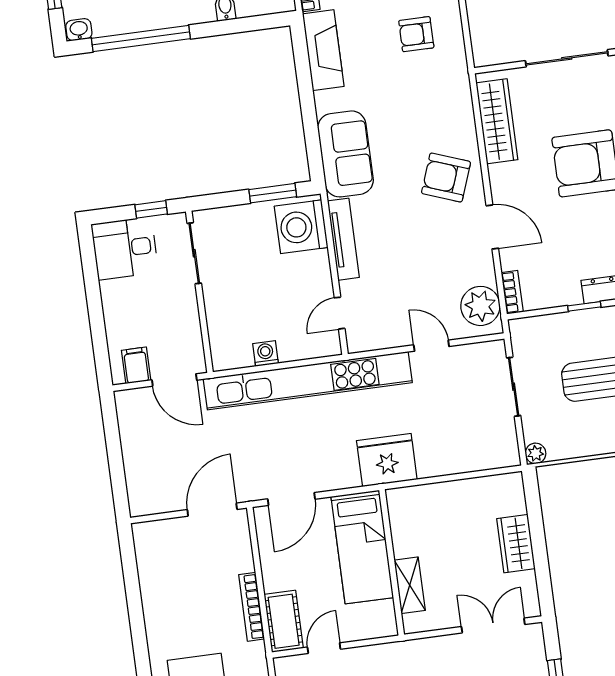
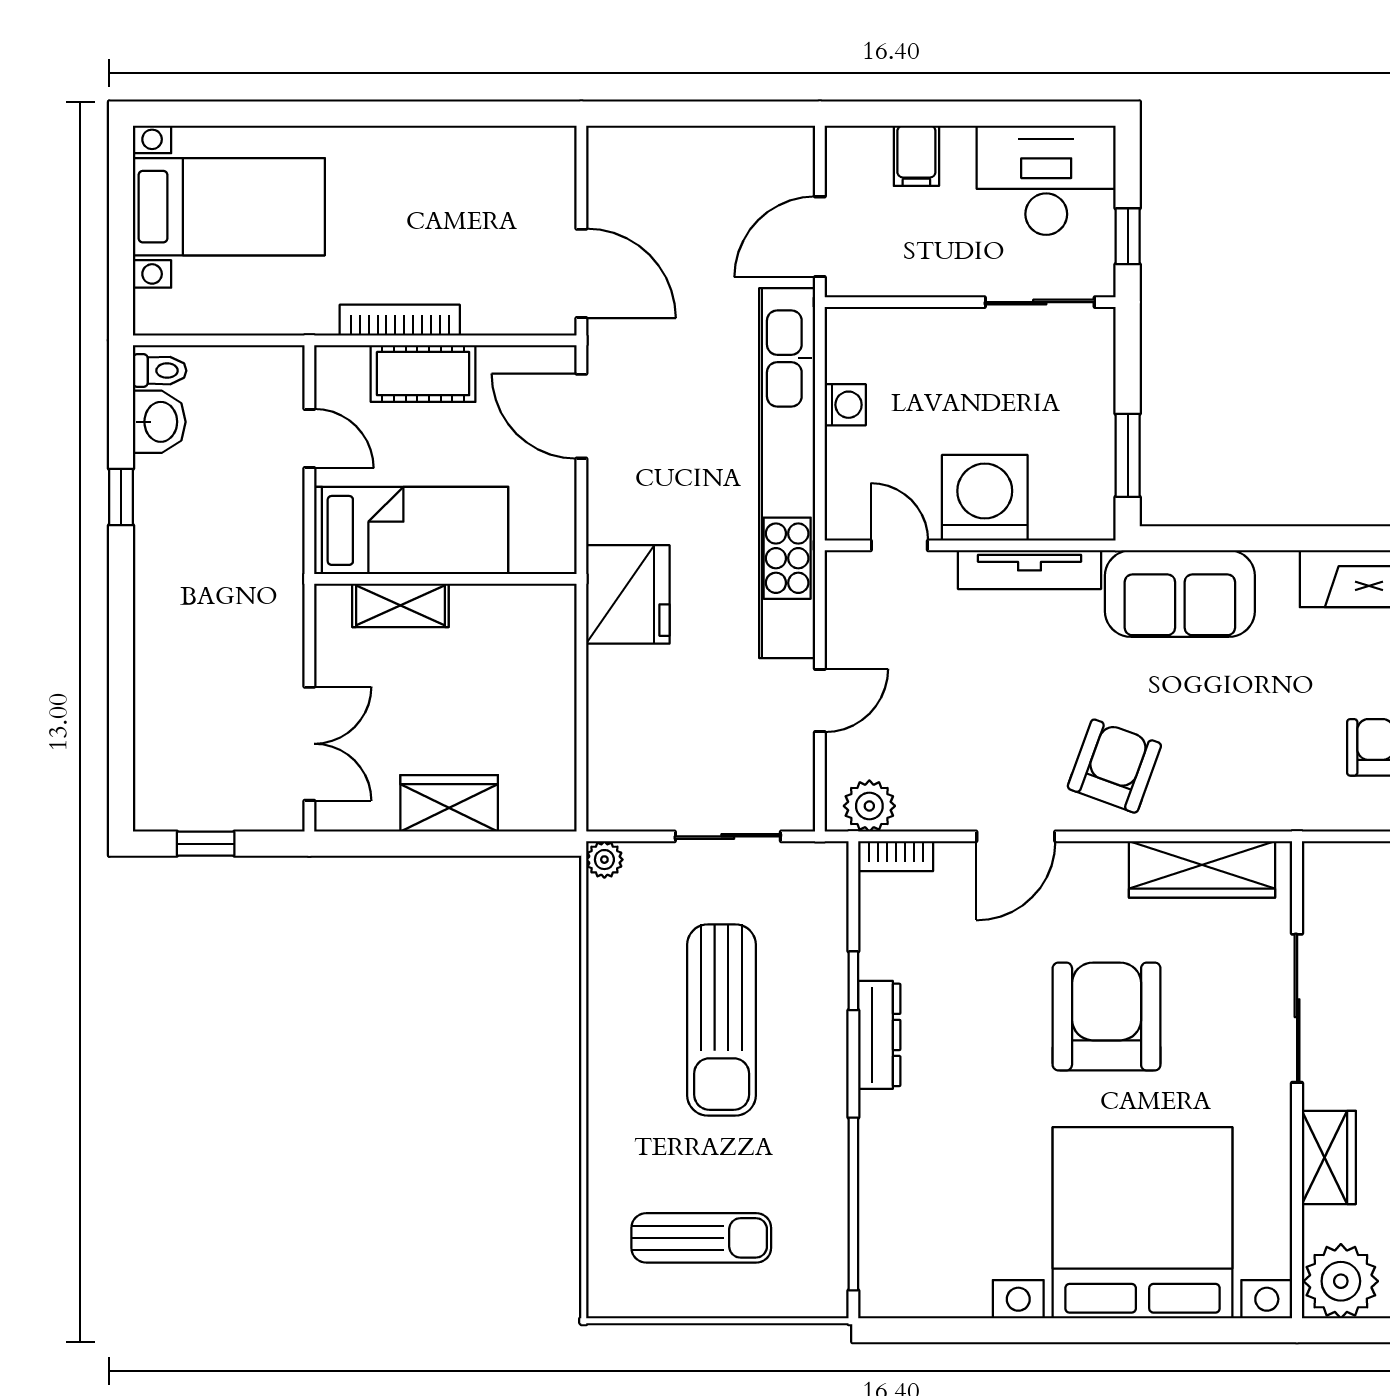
washing machine: (301, 227) -> (985, 498), moved
desk: (125, 248) -> (1046, 180), width x1.37
plant: (480, 306) -> (869, 806), width x0.73, depth x0.73
filing cabinet: (136, 365) -> (916, 156), moved, turned 90
bed: (362, 547) -> (411, 530), moved, turned 180
cot: (284, 621) -> (423, 374), moved

